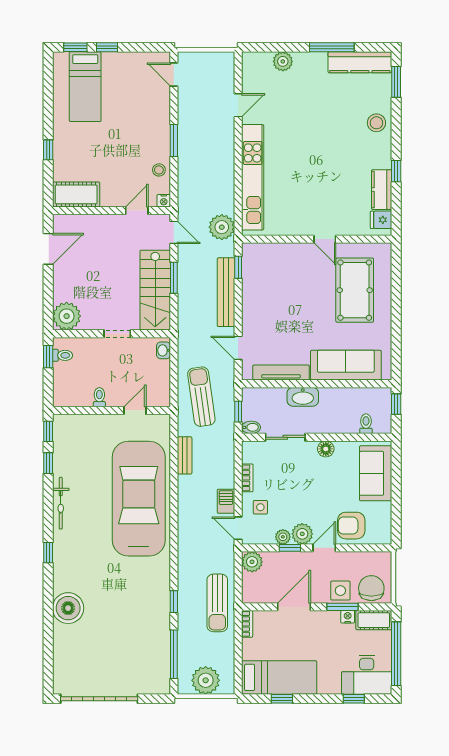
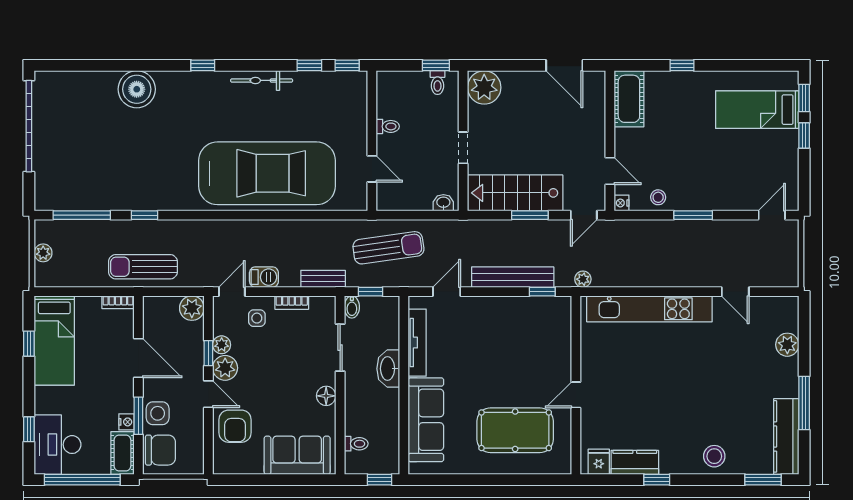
plant: (222, 227) -> (583, 279), width x0.53, depth x0.53
bench: (185, 455) -> (323, 279), moved
armchair: (351, 526) -> (235, 426), turned 180
plant: (206, 680) -> (43, 253), width x0.53, depth x0.53

